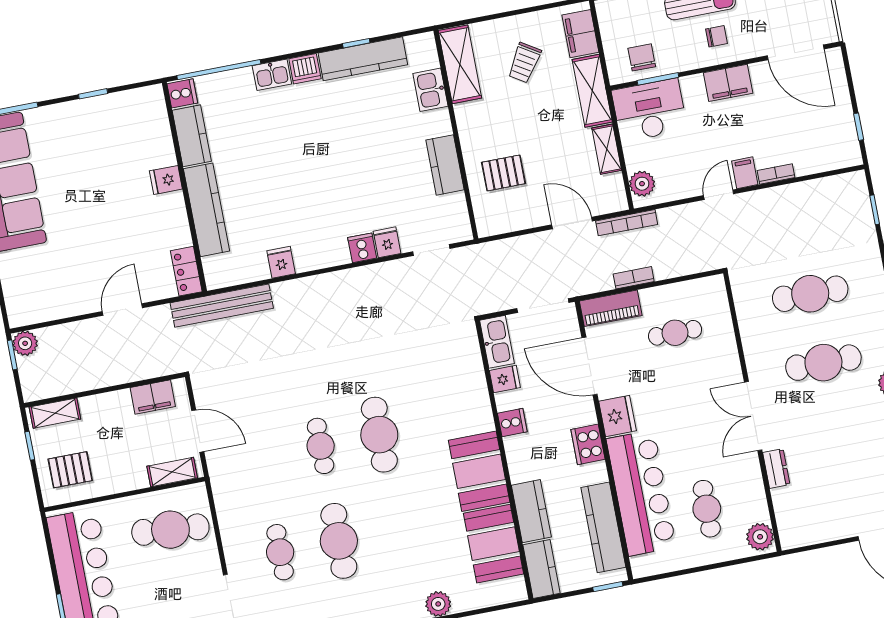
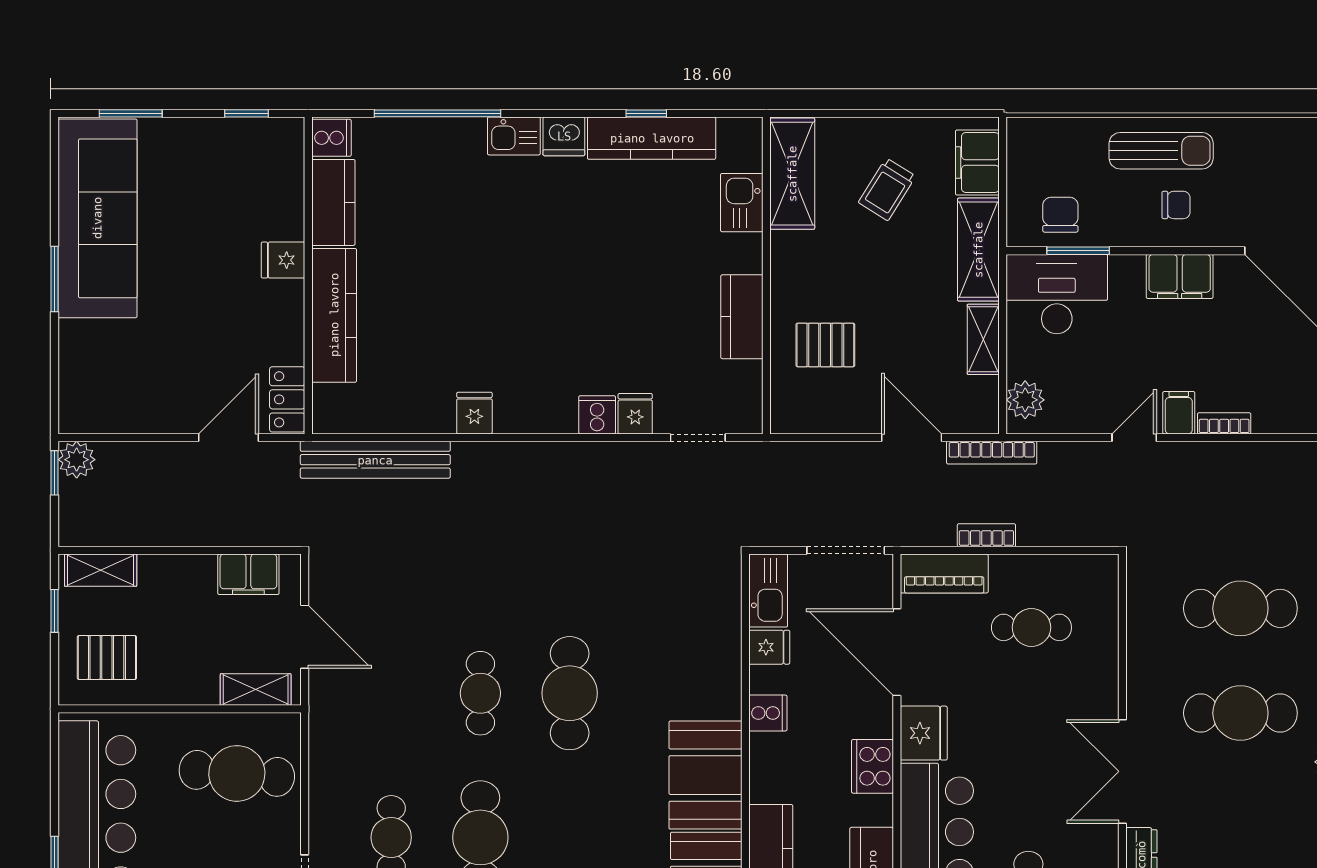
cooker: (182, 93) -> (331, 138), moved
kitchen counter: (192, 136) -> (333, 202), moved
fridge: (166, 180) -> (283, 260), moved
wall: (184, 187) -> (308, 275), moved
kitchen counter: (207, 210) -> (334, 315), moved
locker: (186, 271) -> (287, 399), moved

